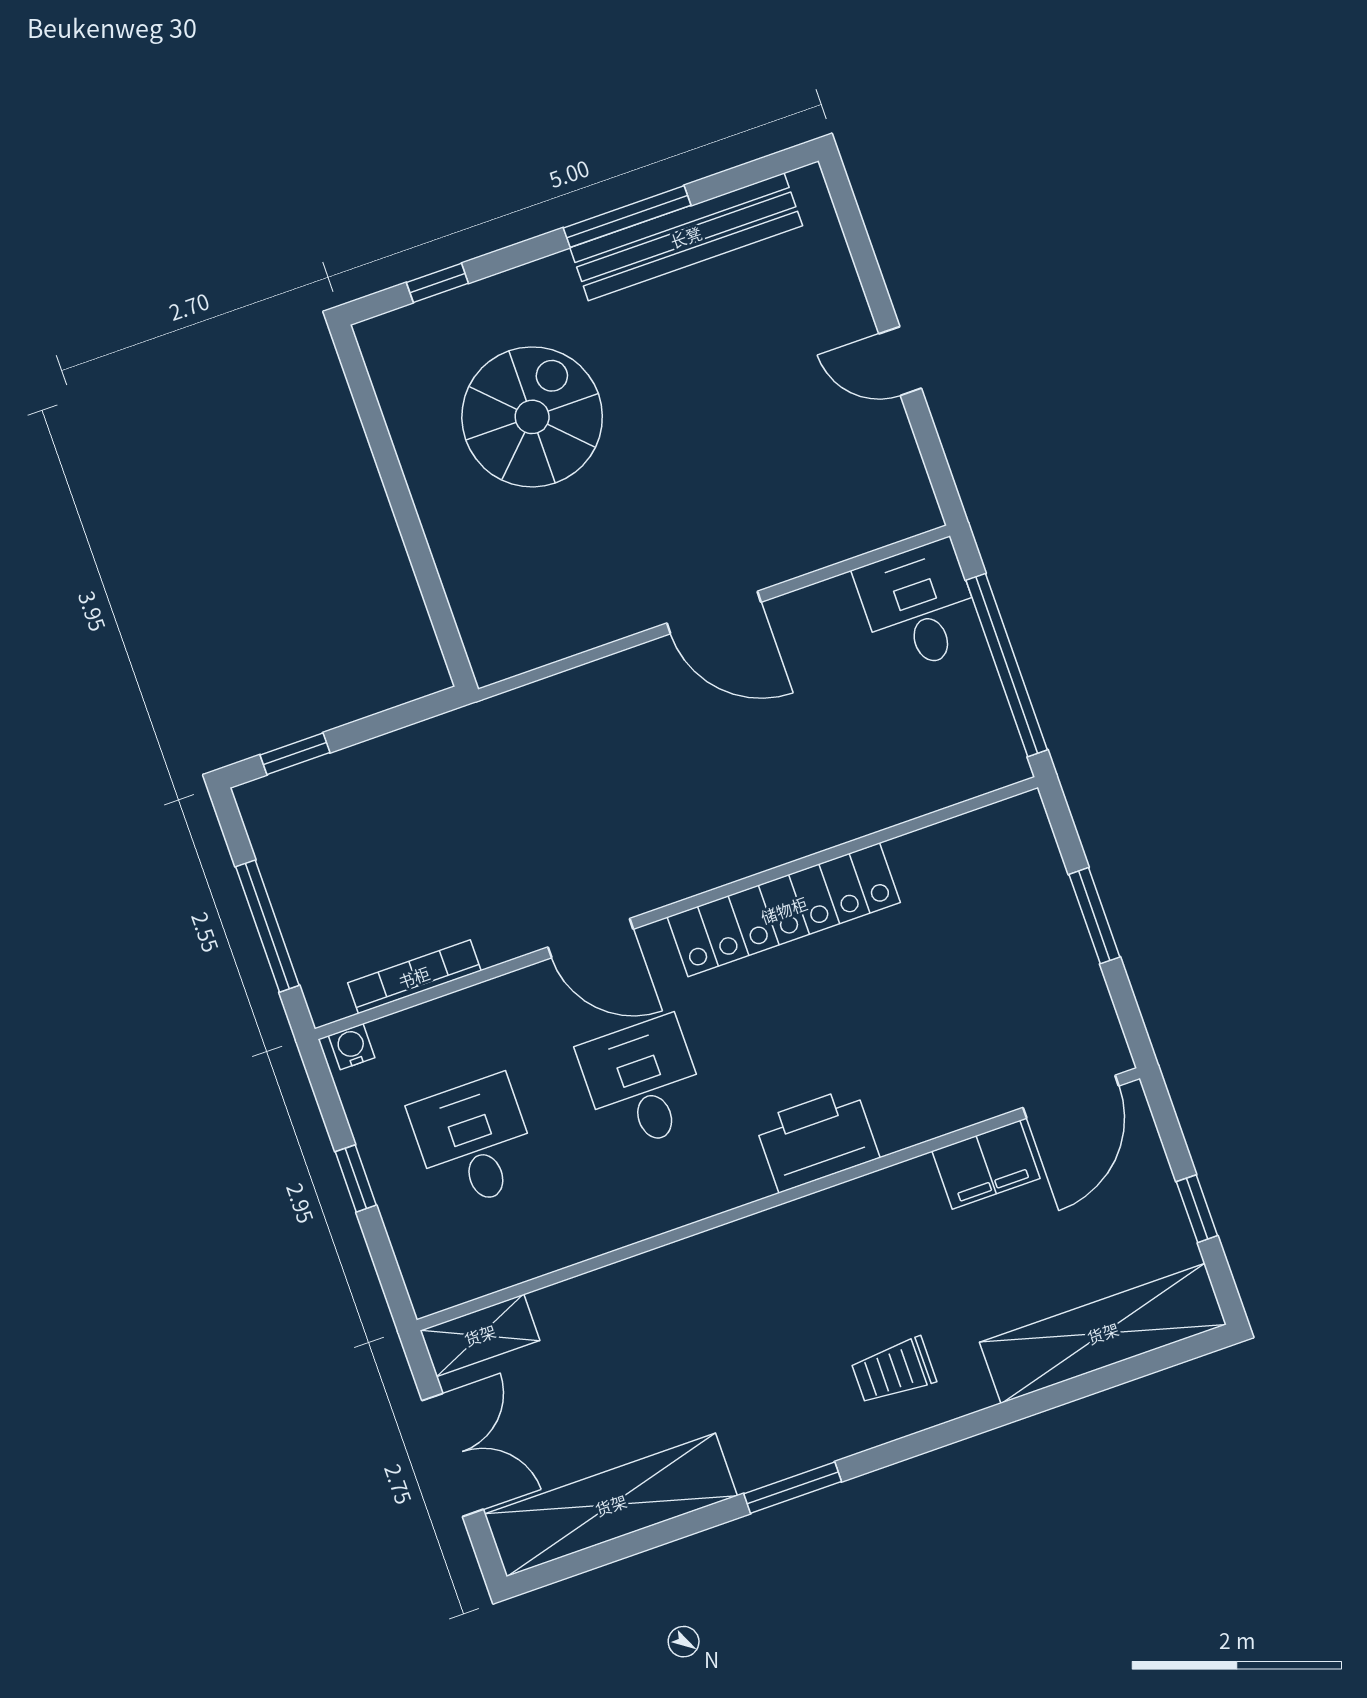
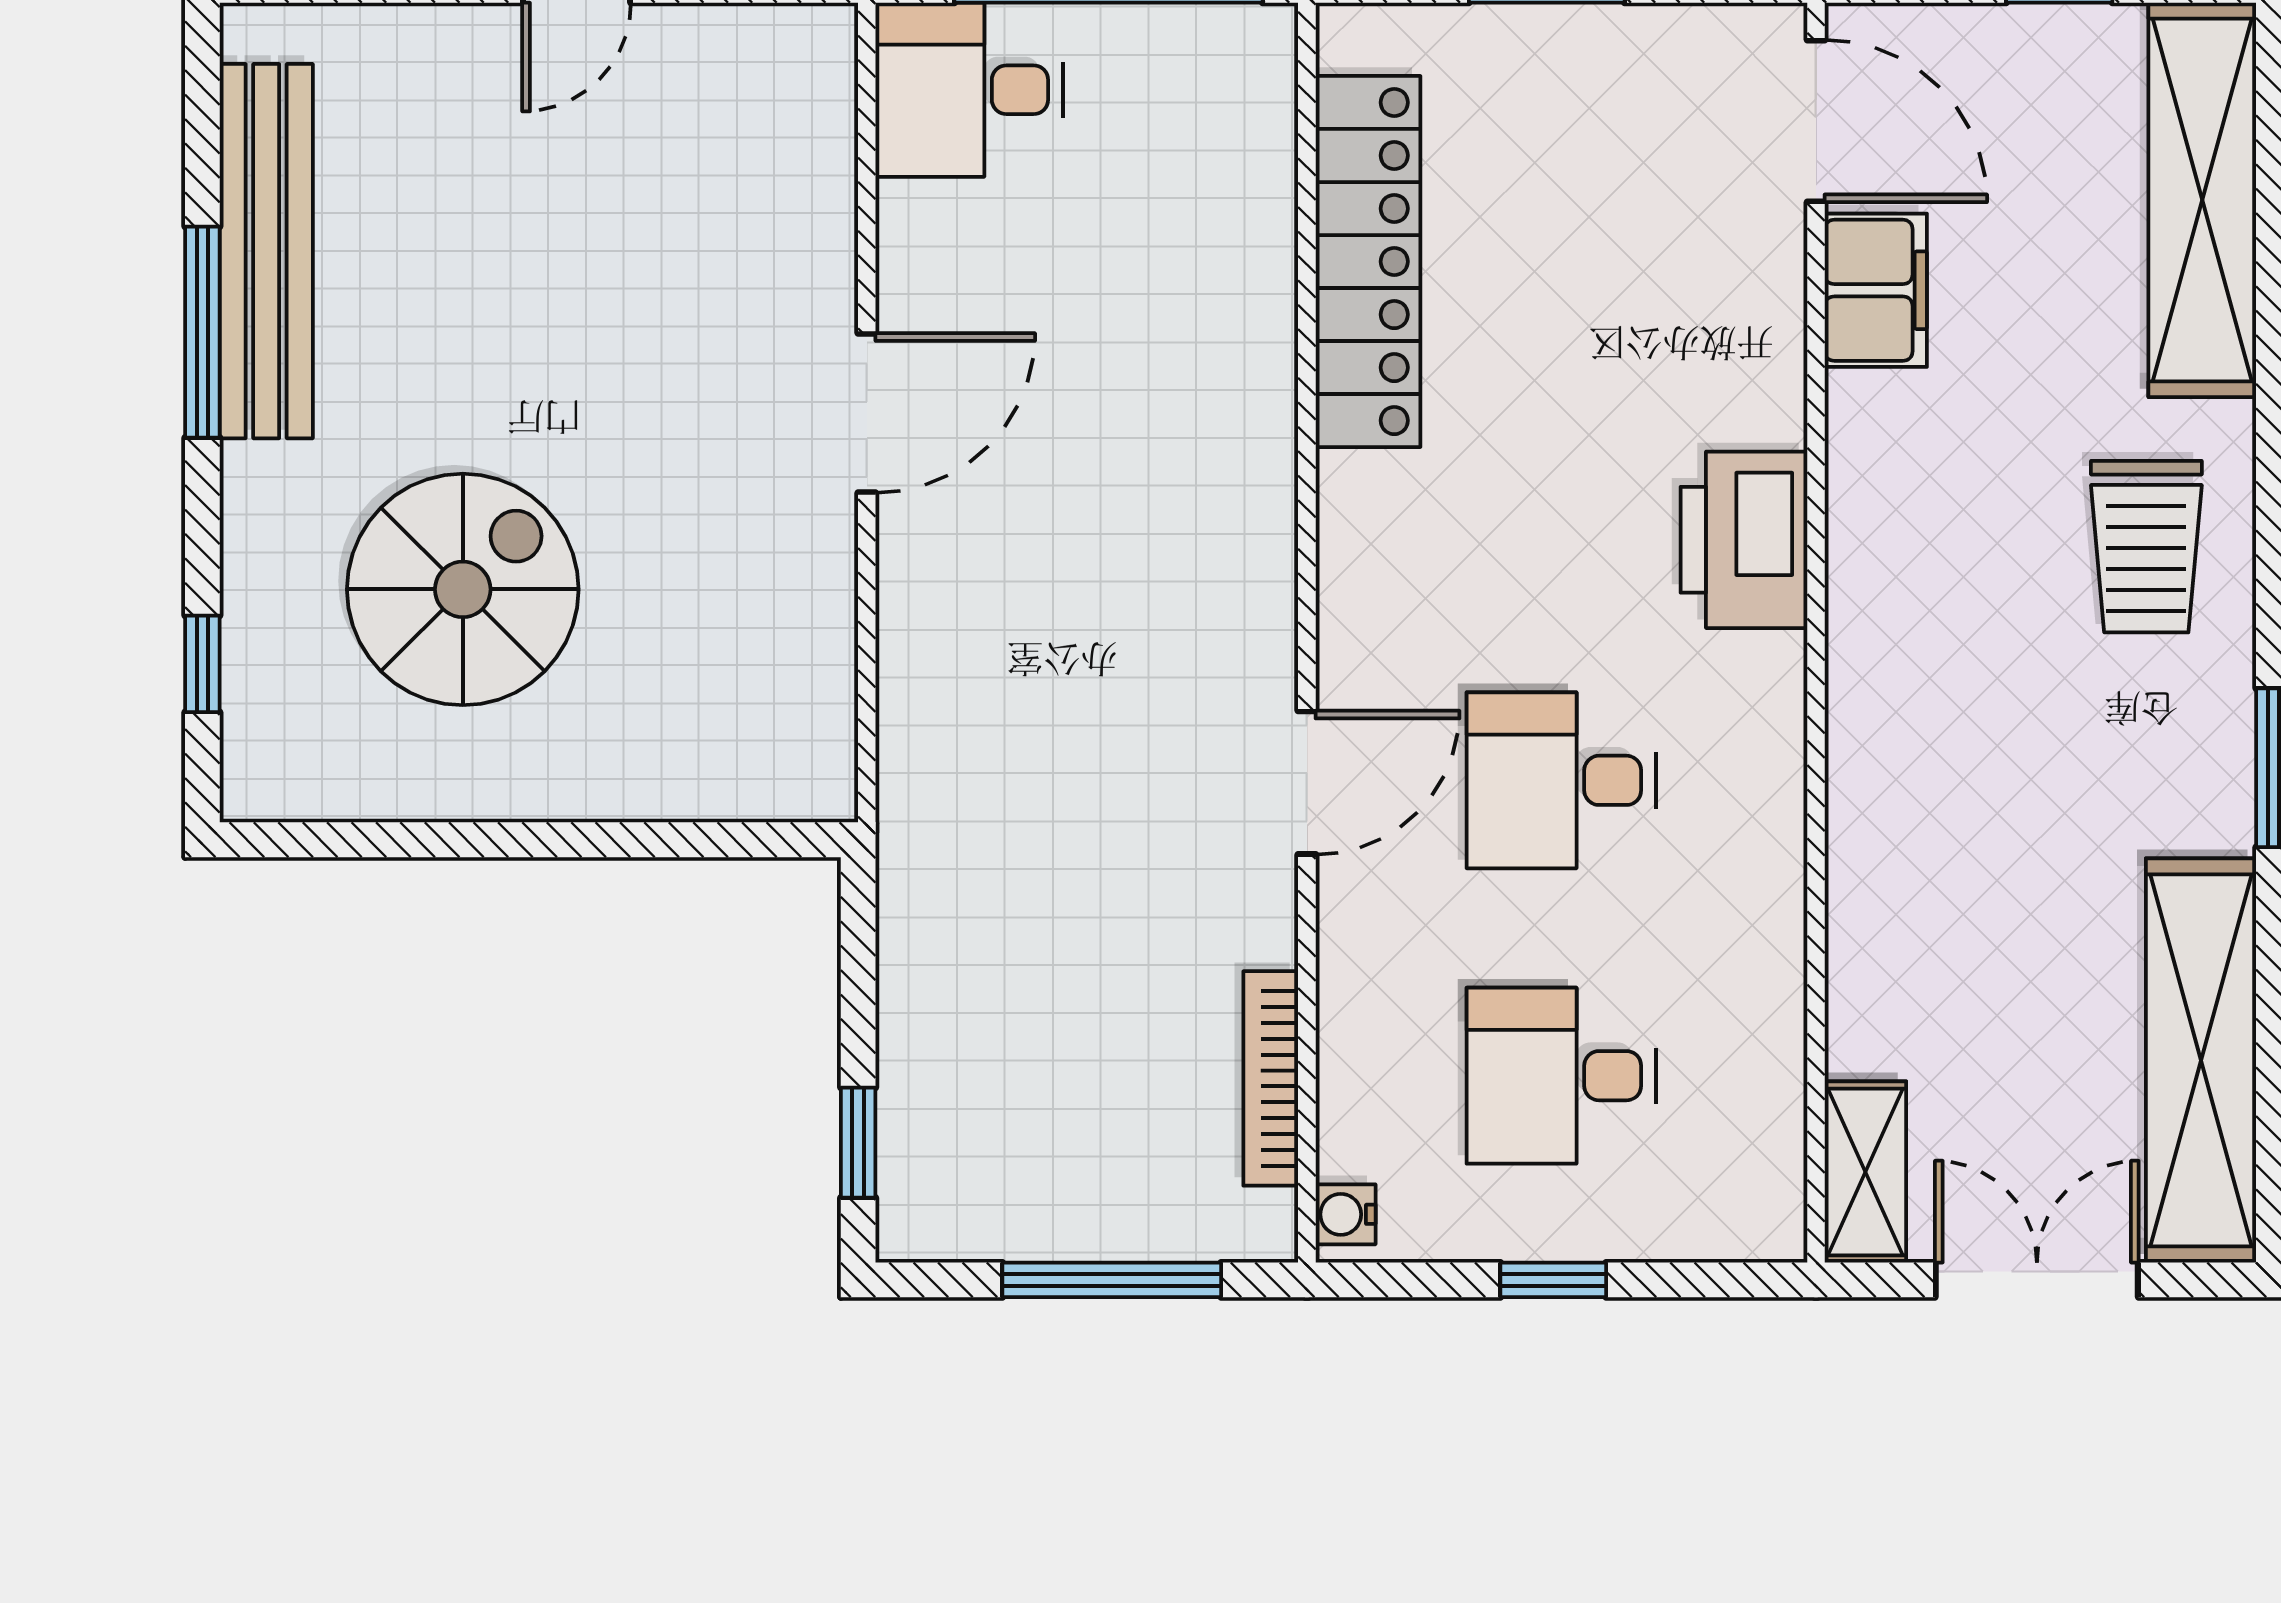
spiral stairs: (532, 417) -> (463, 589), turned 90
locker: (784, 910) -> (1368, 262), moved
trolley: (894, 1371) -> (2146, 547), width x1.36, depth x1.39

